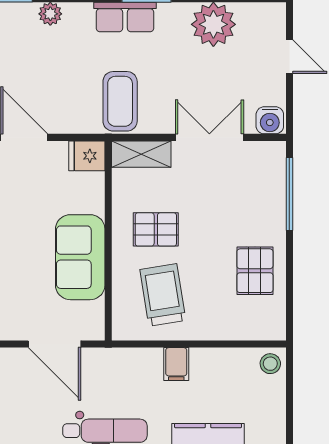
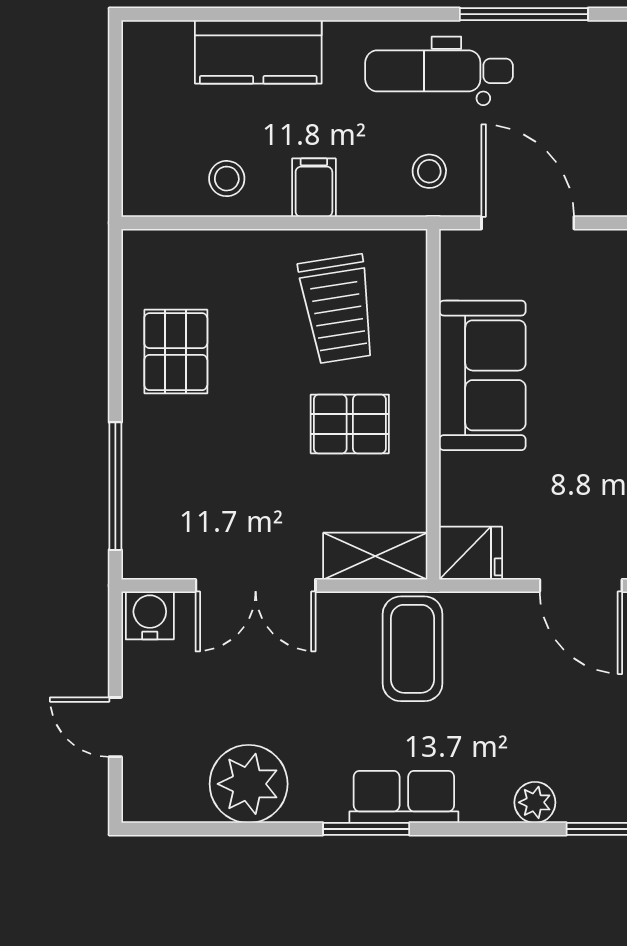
stool: (270, 364) -> (227, 179), moved
stool: (111, 373) -> (429, 171), added

